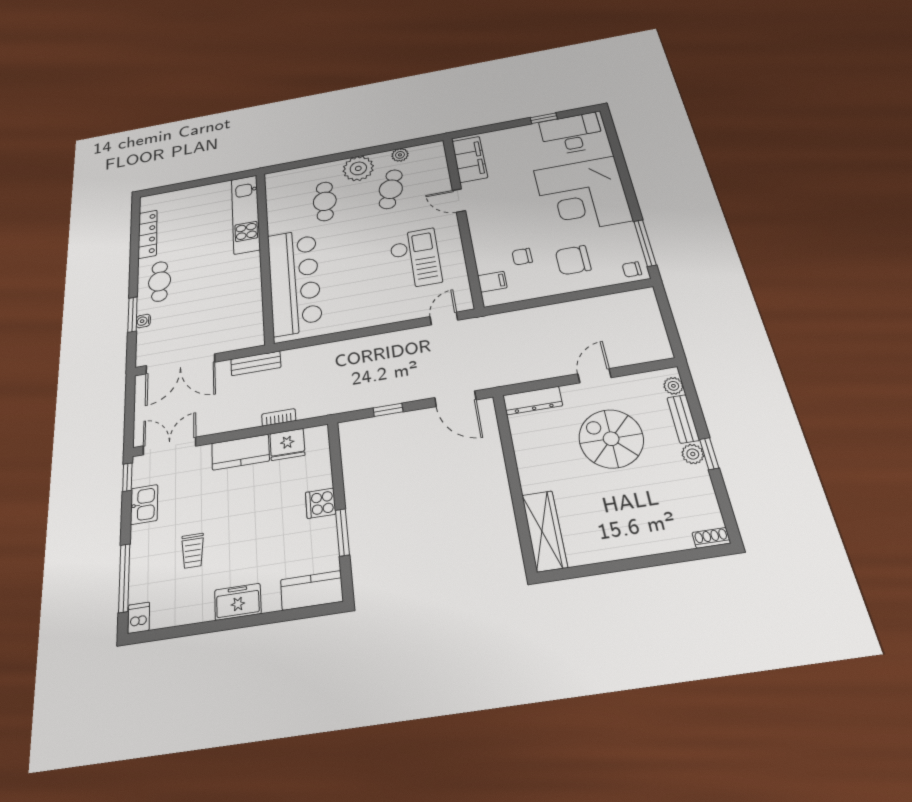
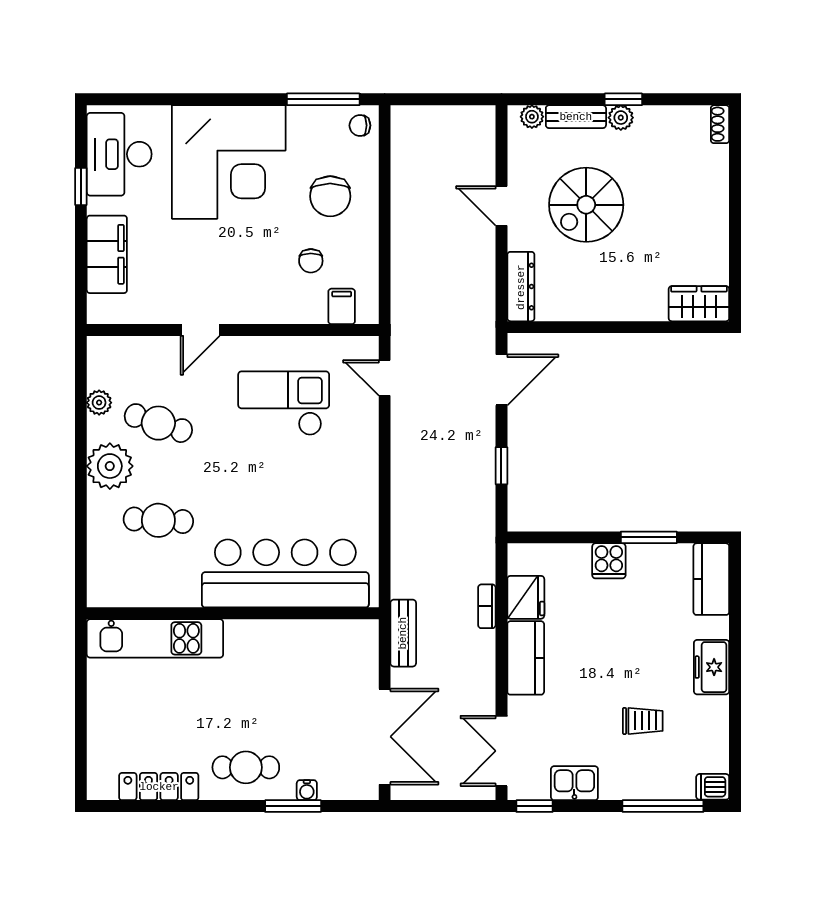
filing cabinet: (470, 159) -> (107, 254), moved, turned 90
chair: (632, 269) -> (360, 125), turned 90
wardrobe: (544, 531) -> (699, 304), width x0.67

